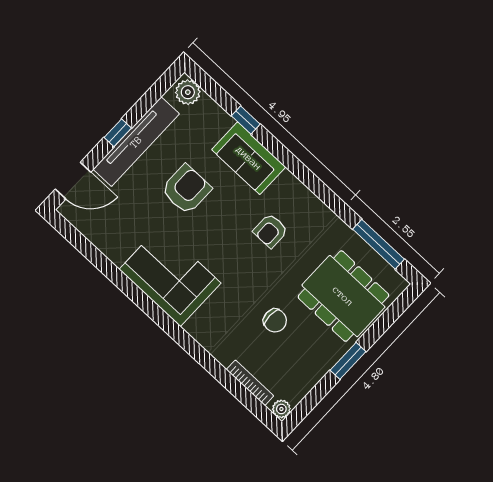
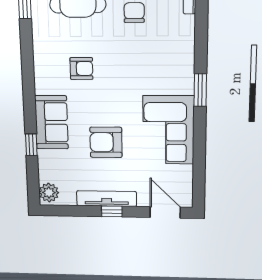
tv unit: (136, 142) -> (107, 199), width x0.73, depth x0.78
corner sofa: (170, 276) -> (168, 130), moved
window: (157, 314) -> (200, 90), added

